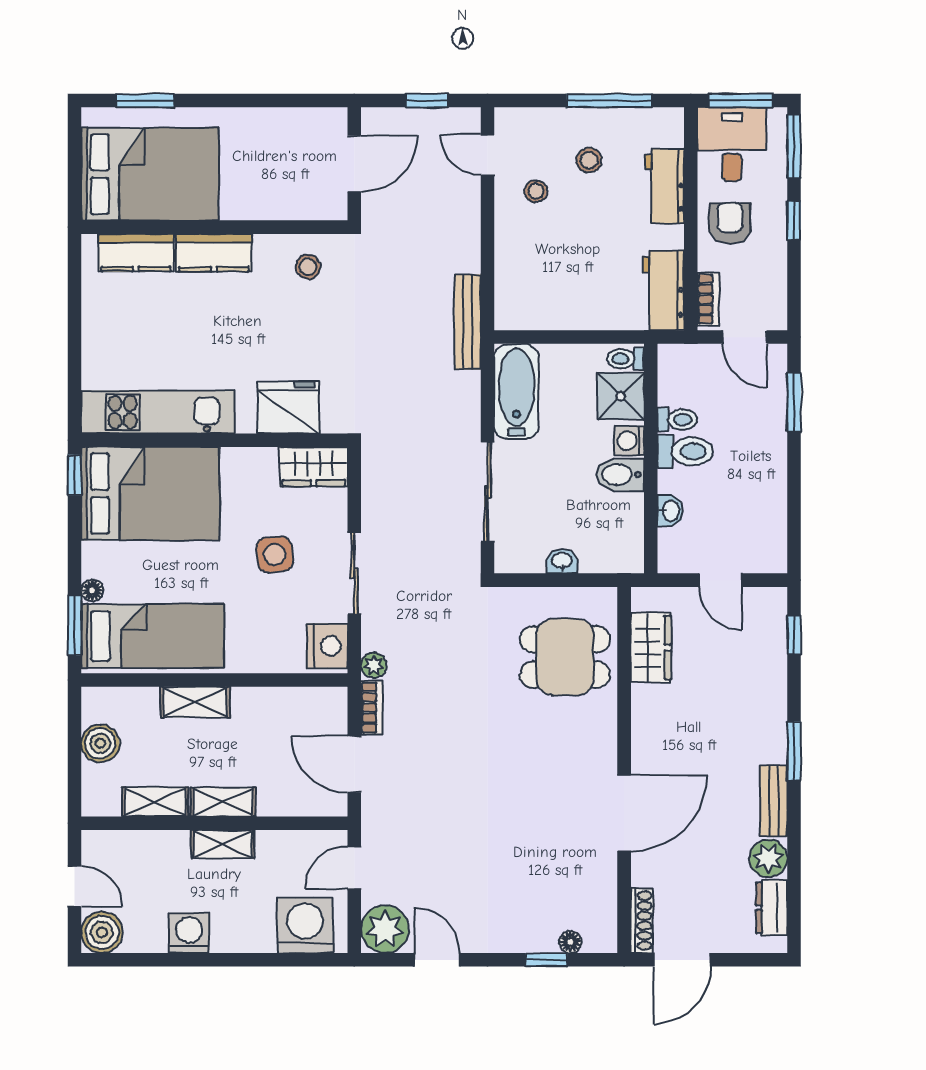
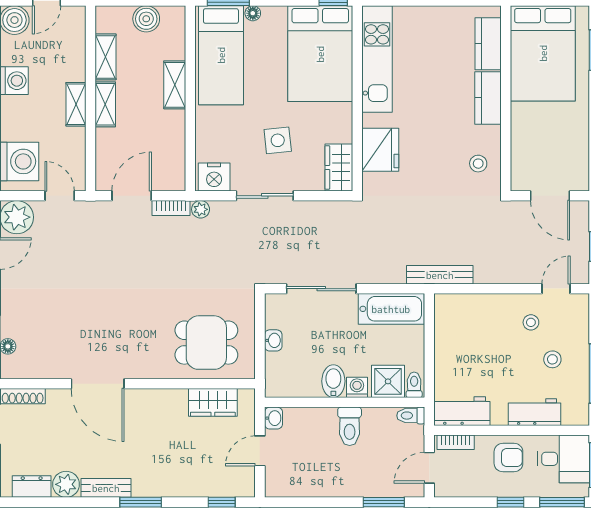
toilet: (677, 420) -> (411, 416), moved, turned 90
washbasin: (670, 511) -> (273, 418), moved, turned -90
dining table: (565, 657) -> (206, 343), turned 90

